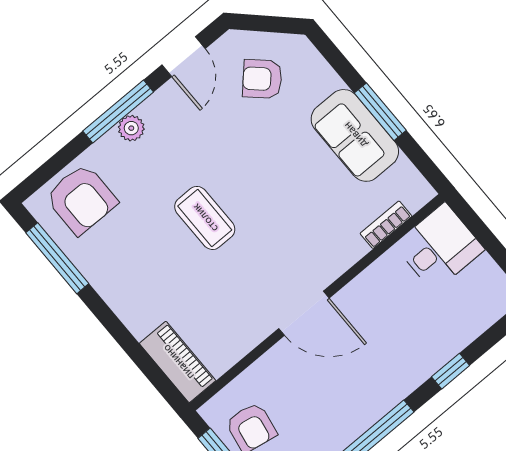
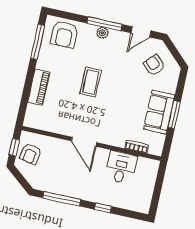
desk: (439, 247) -> (121, 167), moved, turned -90
piano: (178, 362) -> (39, 87), moved

